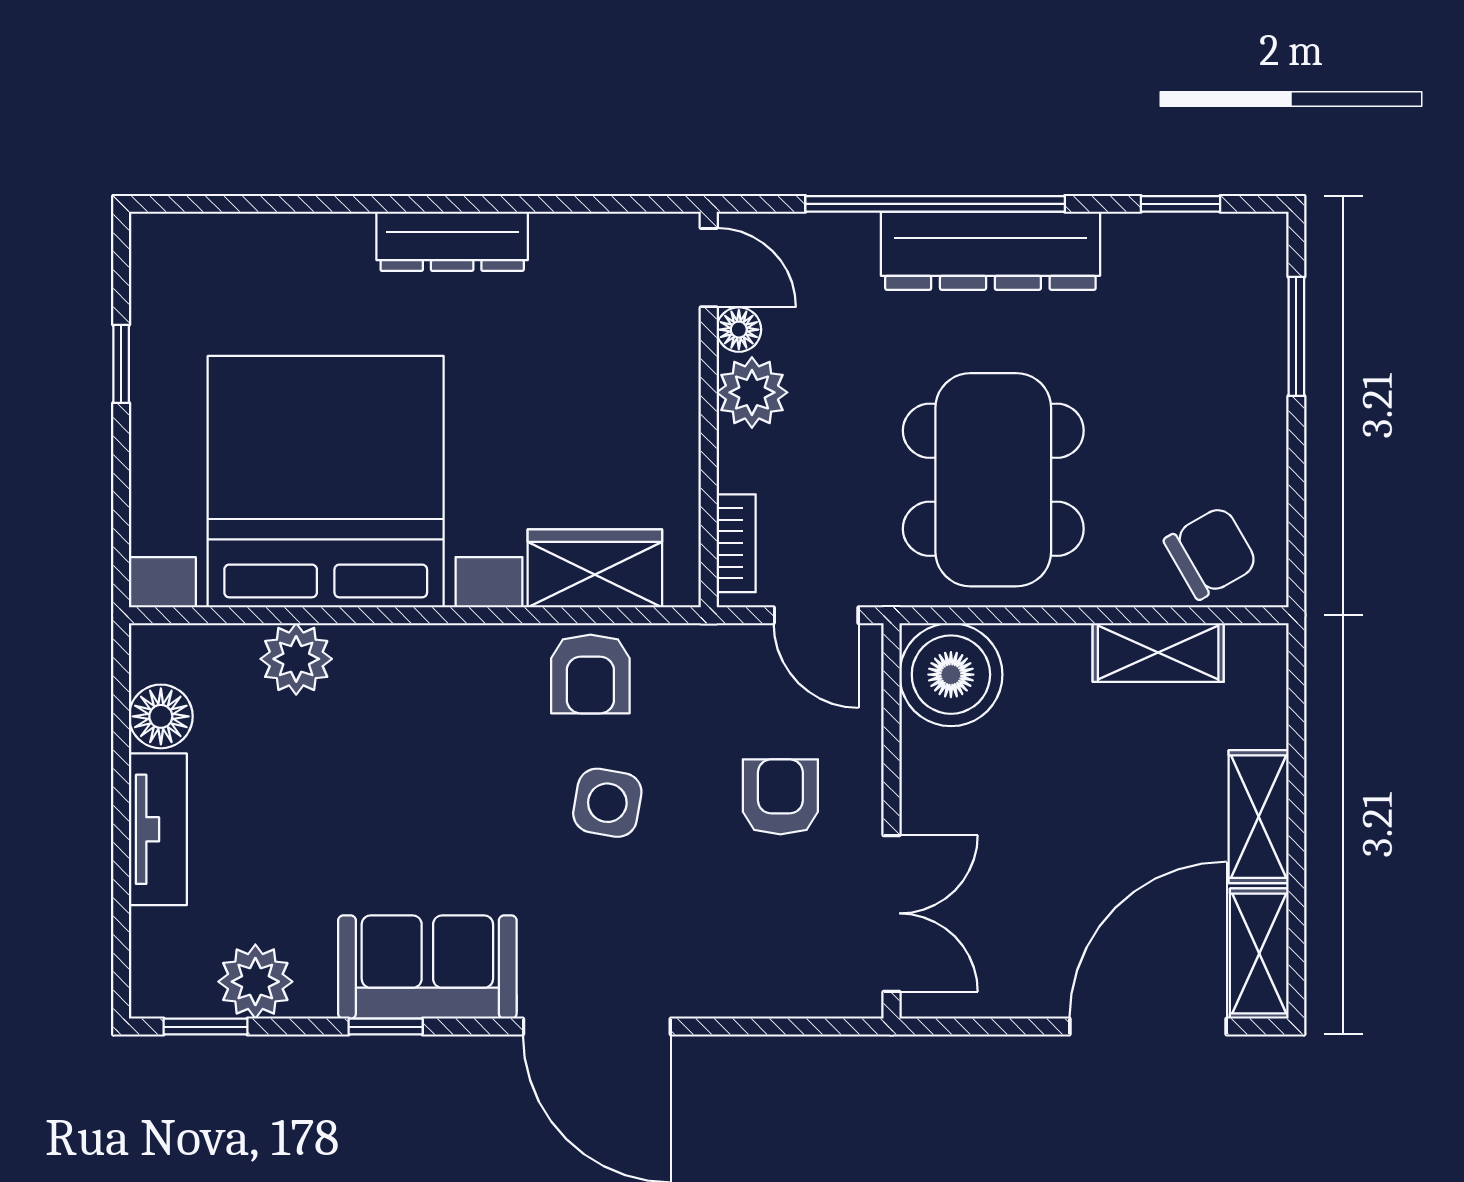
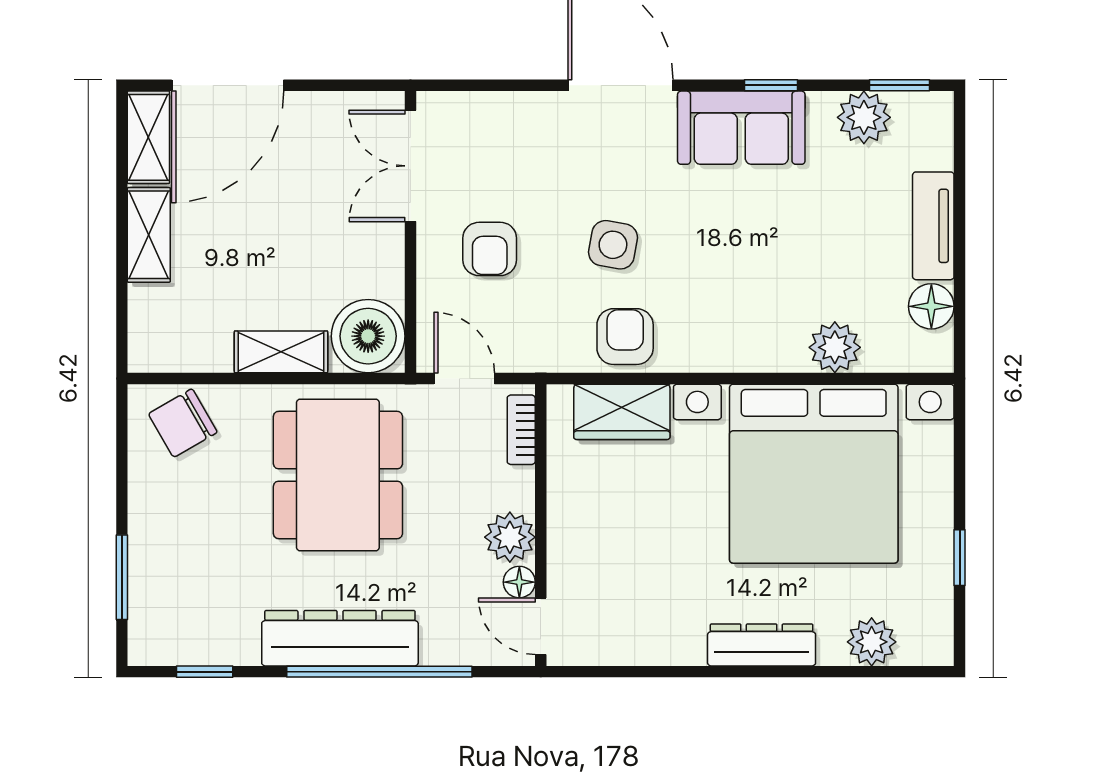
dresser: (452, 241) -> (762, 645), moved
plant: (244, 246) -> (872, 642), added
shelving: (1158, 652) -> (281, 352), moved

